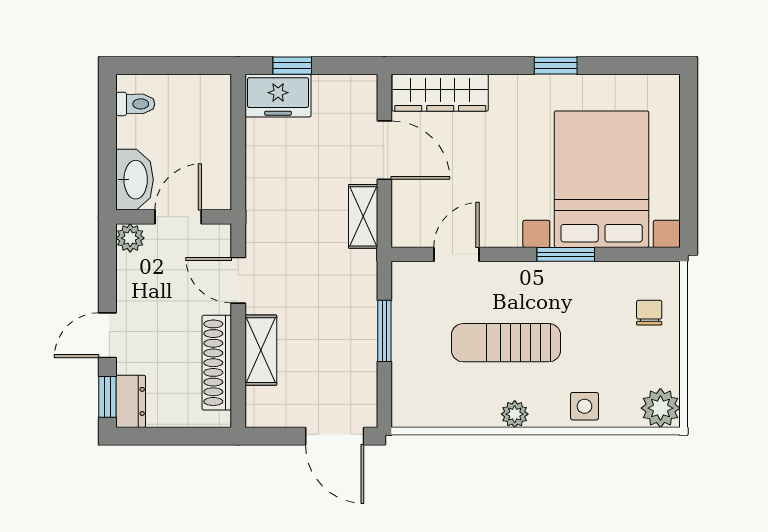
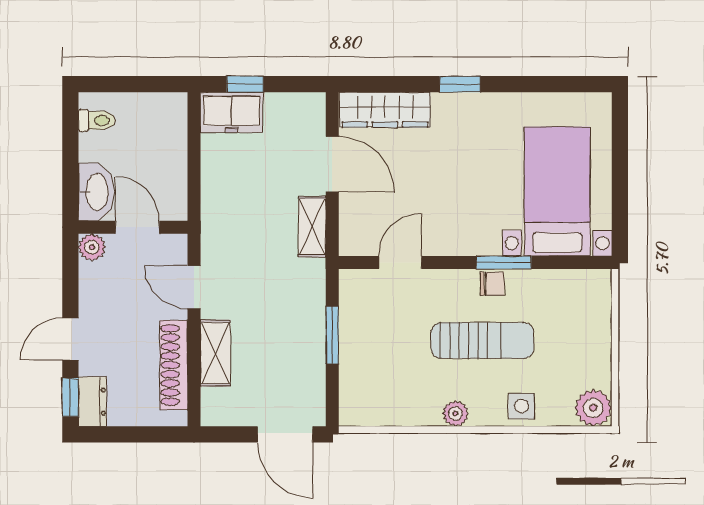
window: (556, 66) -> (460, 84), moved
bed with nightstands: (602, 179) -> (557, 192), width x0.73
door: (178, 217) -> (137, 227), hinge flipped
chair: (649, 313) -> (492, 284), moved, turned 90
sun lounger: (506, 343) -> (482, 341), moved, turned 180

